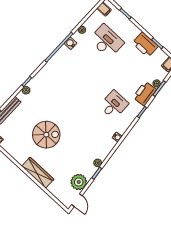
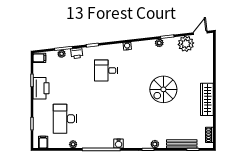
water cooler: (70, 43) -> (119, 144), moved
printer: (145, 94) -> (77, 53), width x0.53, depth x0.68
spiral stairs: (46, 135) -> (163, 89), moved, turned -90
wardrobe: (38, 173) -> (207, 99), moved

